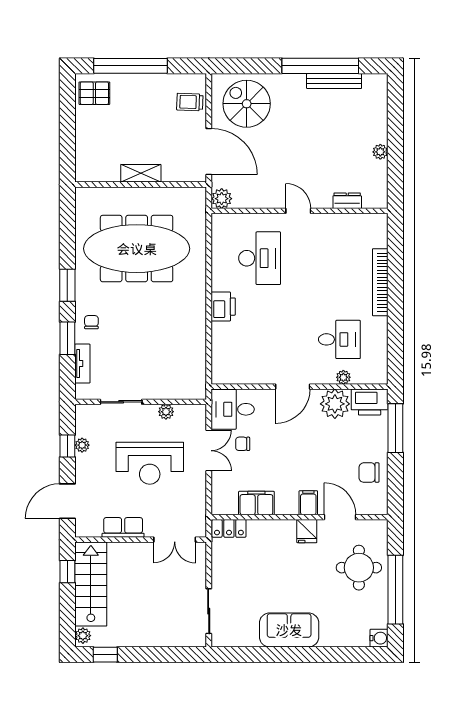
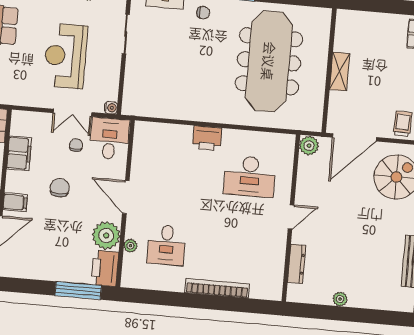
dresser: (347, 201) -> (297, 264), width x1.44
water cooler: (200, 411) -> (111, 108), added
plant: (166, 412) -> (113, 76), removed
chair: (369, 473) -> (60, 188), moved

